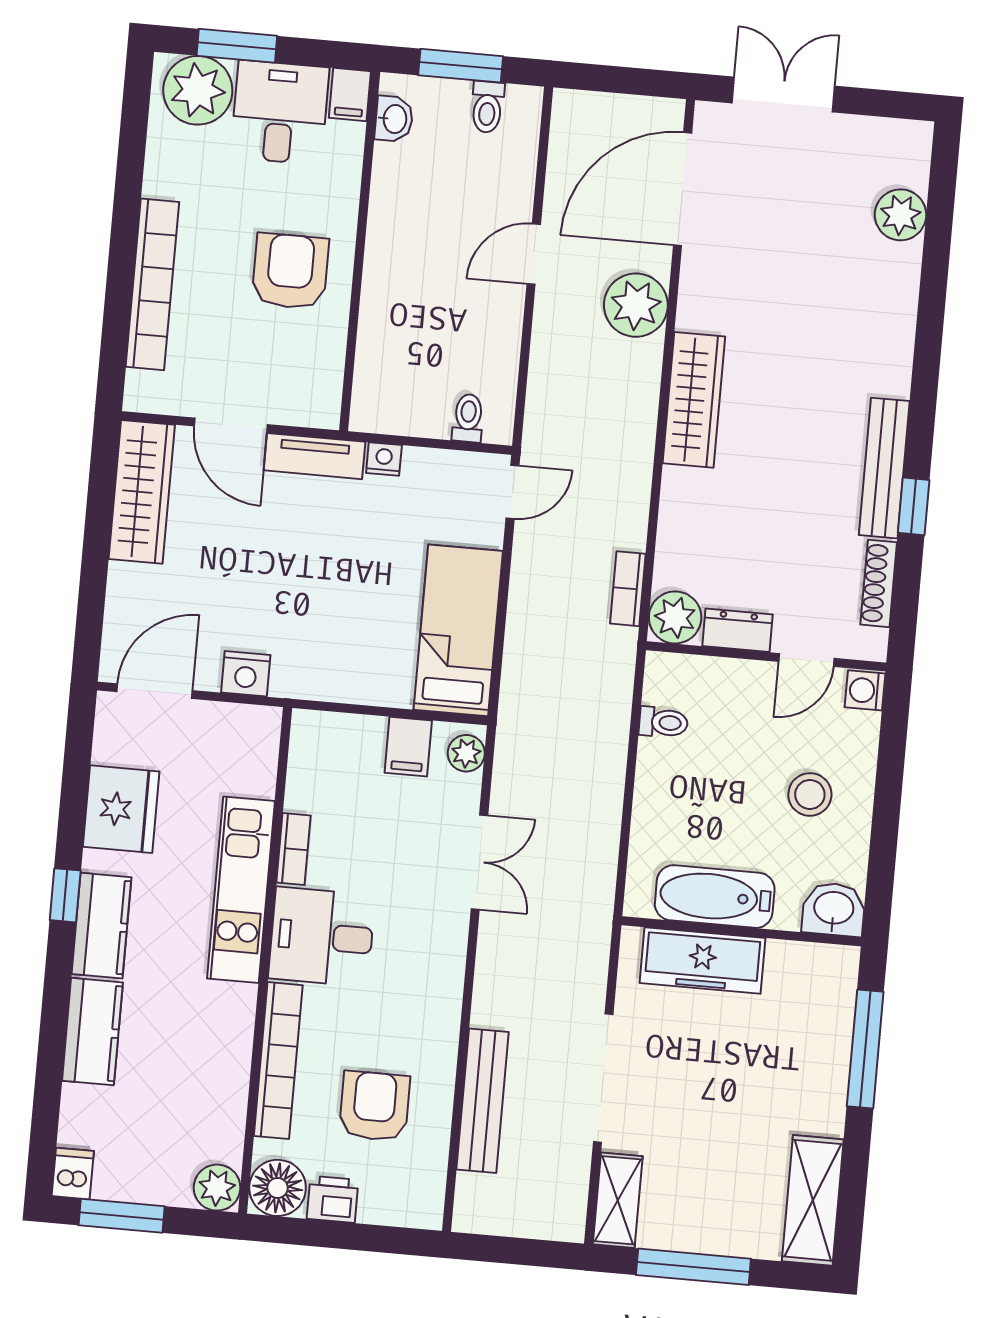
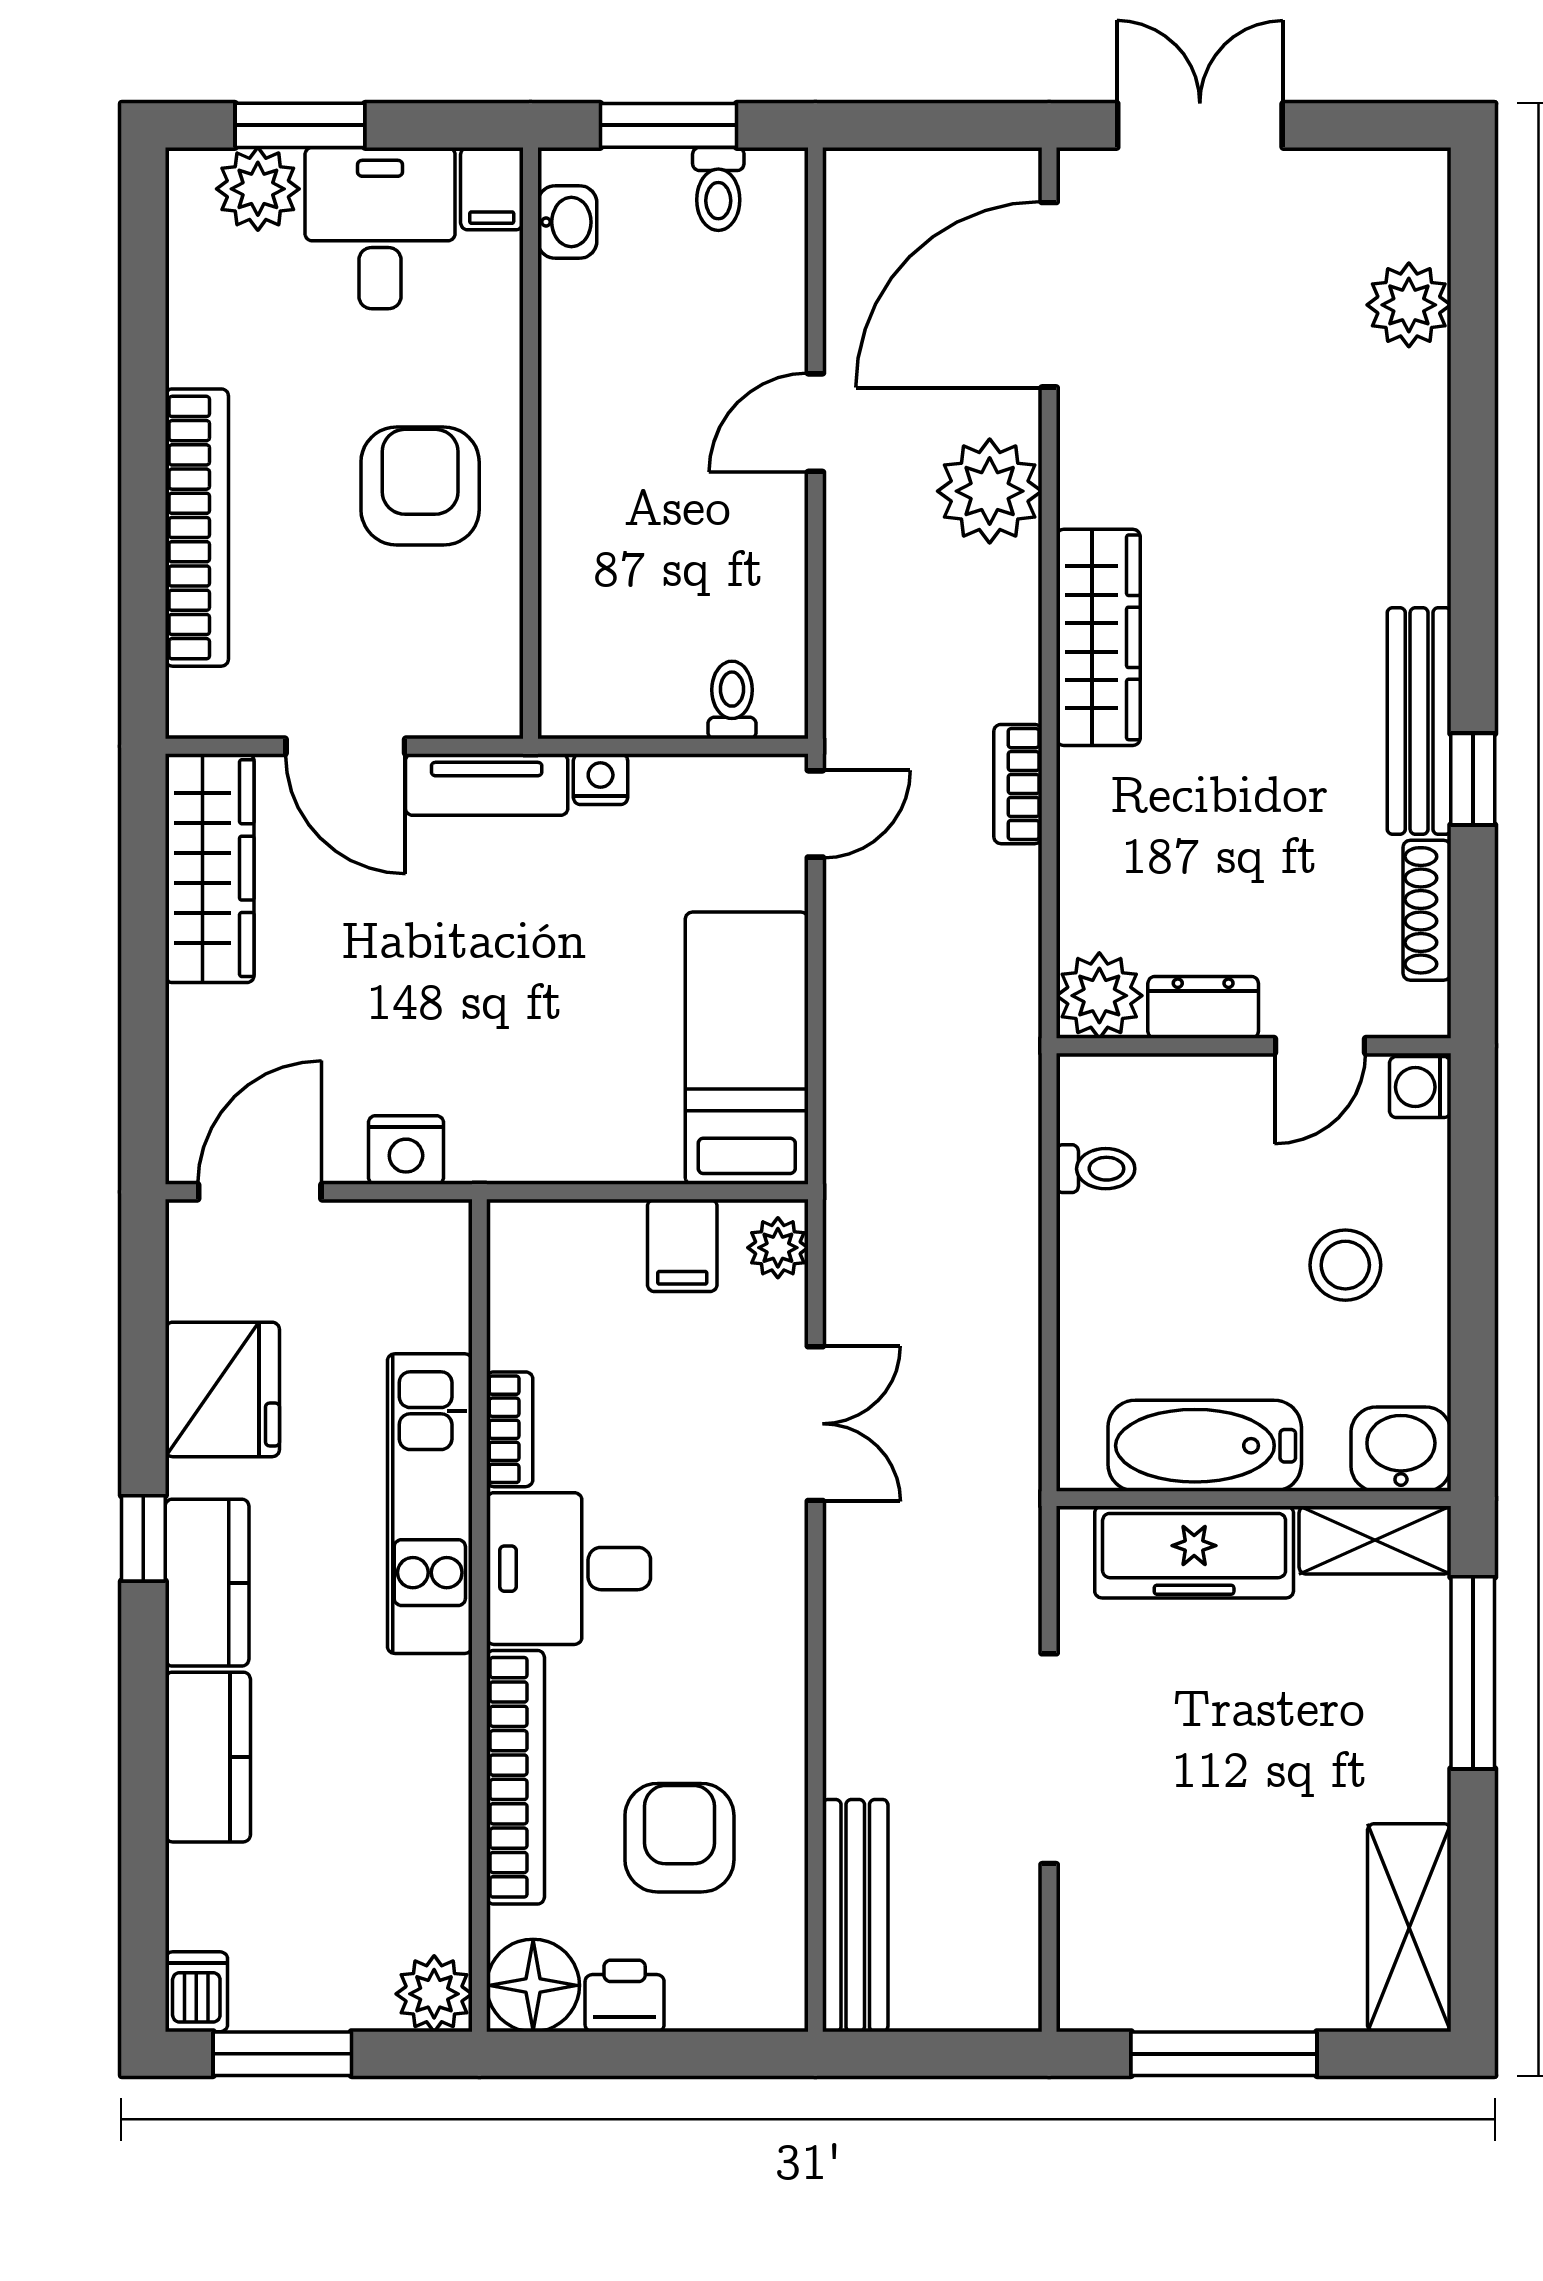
plant: (198, 90) -> (258, 189), width x0.73, depth x0.73
bookcase: (628, 589) -> (1018, 784), moved
bench: (483, 1101) -> (855, 1916), moved
shelving: (618, 1200) -> (1375, 1540), moved, turned 90

